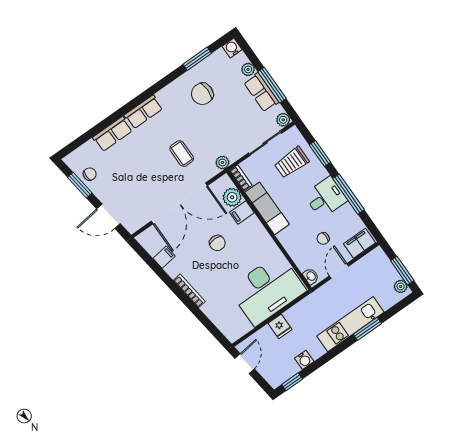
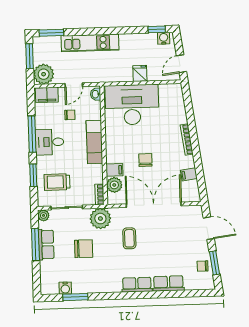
water cooler: (232, 48) -> (65, 288), moved
plant: (248, 69) -> (45, 266), removed
chair: (202, 94) -> (84, 249), moved
trolley: (292, 162) -> (57, 182), turned 180
plant: (222, 163) -> (100, 219), width x1.87, depth x1.87
exam couch: (267, 208) -> (94, 142), moved
plant: (401, 286) -> (44, 74), moved, width x1.87, depth x1.87
window: (367, 329) -> (51, 33), moved
water cooler: (304, 360) -> (164, 38), moved

